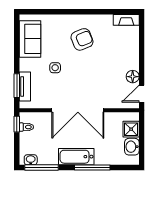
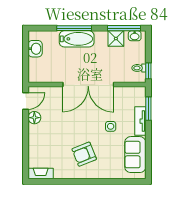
tv unit: (25, 87) -> (140, 121), moved
double door: (78, 110) -> (88, 85), swing flipped
shower: (131, 129) -> (116, 39), moved
bathtub: (76, 157) -> (77, 39), moved

